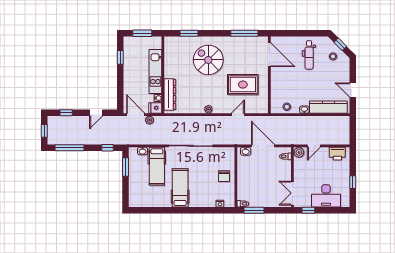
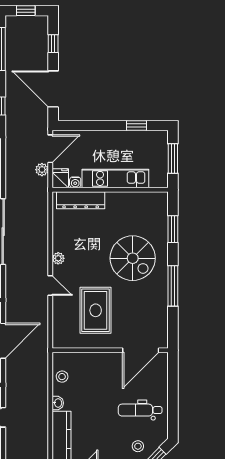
window: (244, 33) -> (173, 286), moved
spiral stairs: (208, 60) -> (133, 258), turned 90
door: (96, 113) -> (53, 89), width x1.88
door: (238, 115) -> (50, 286), moved

